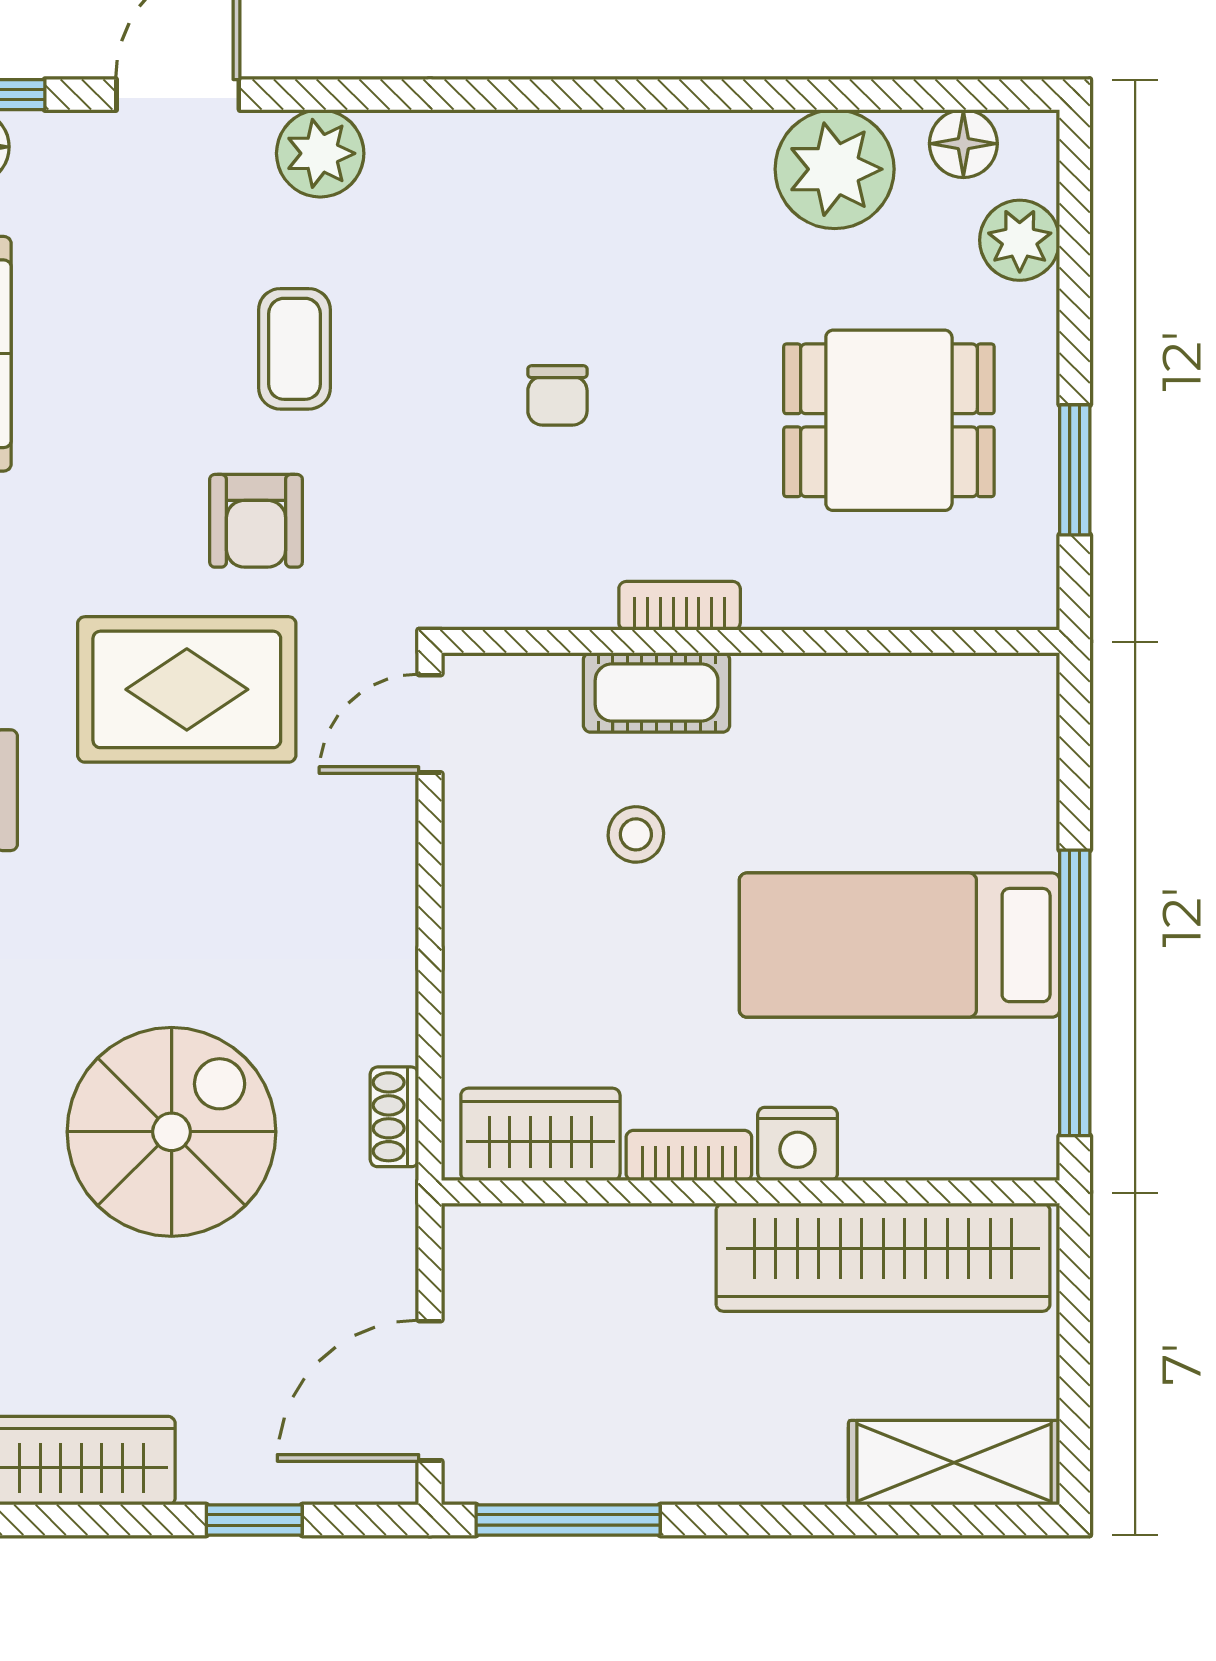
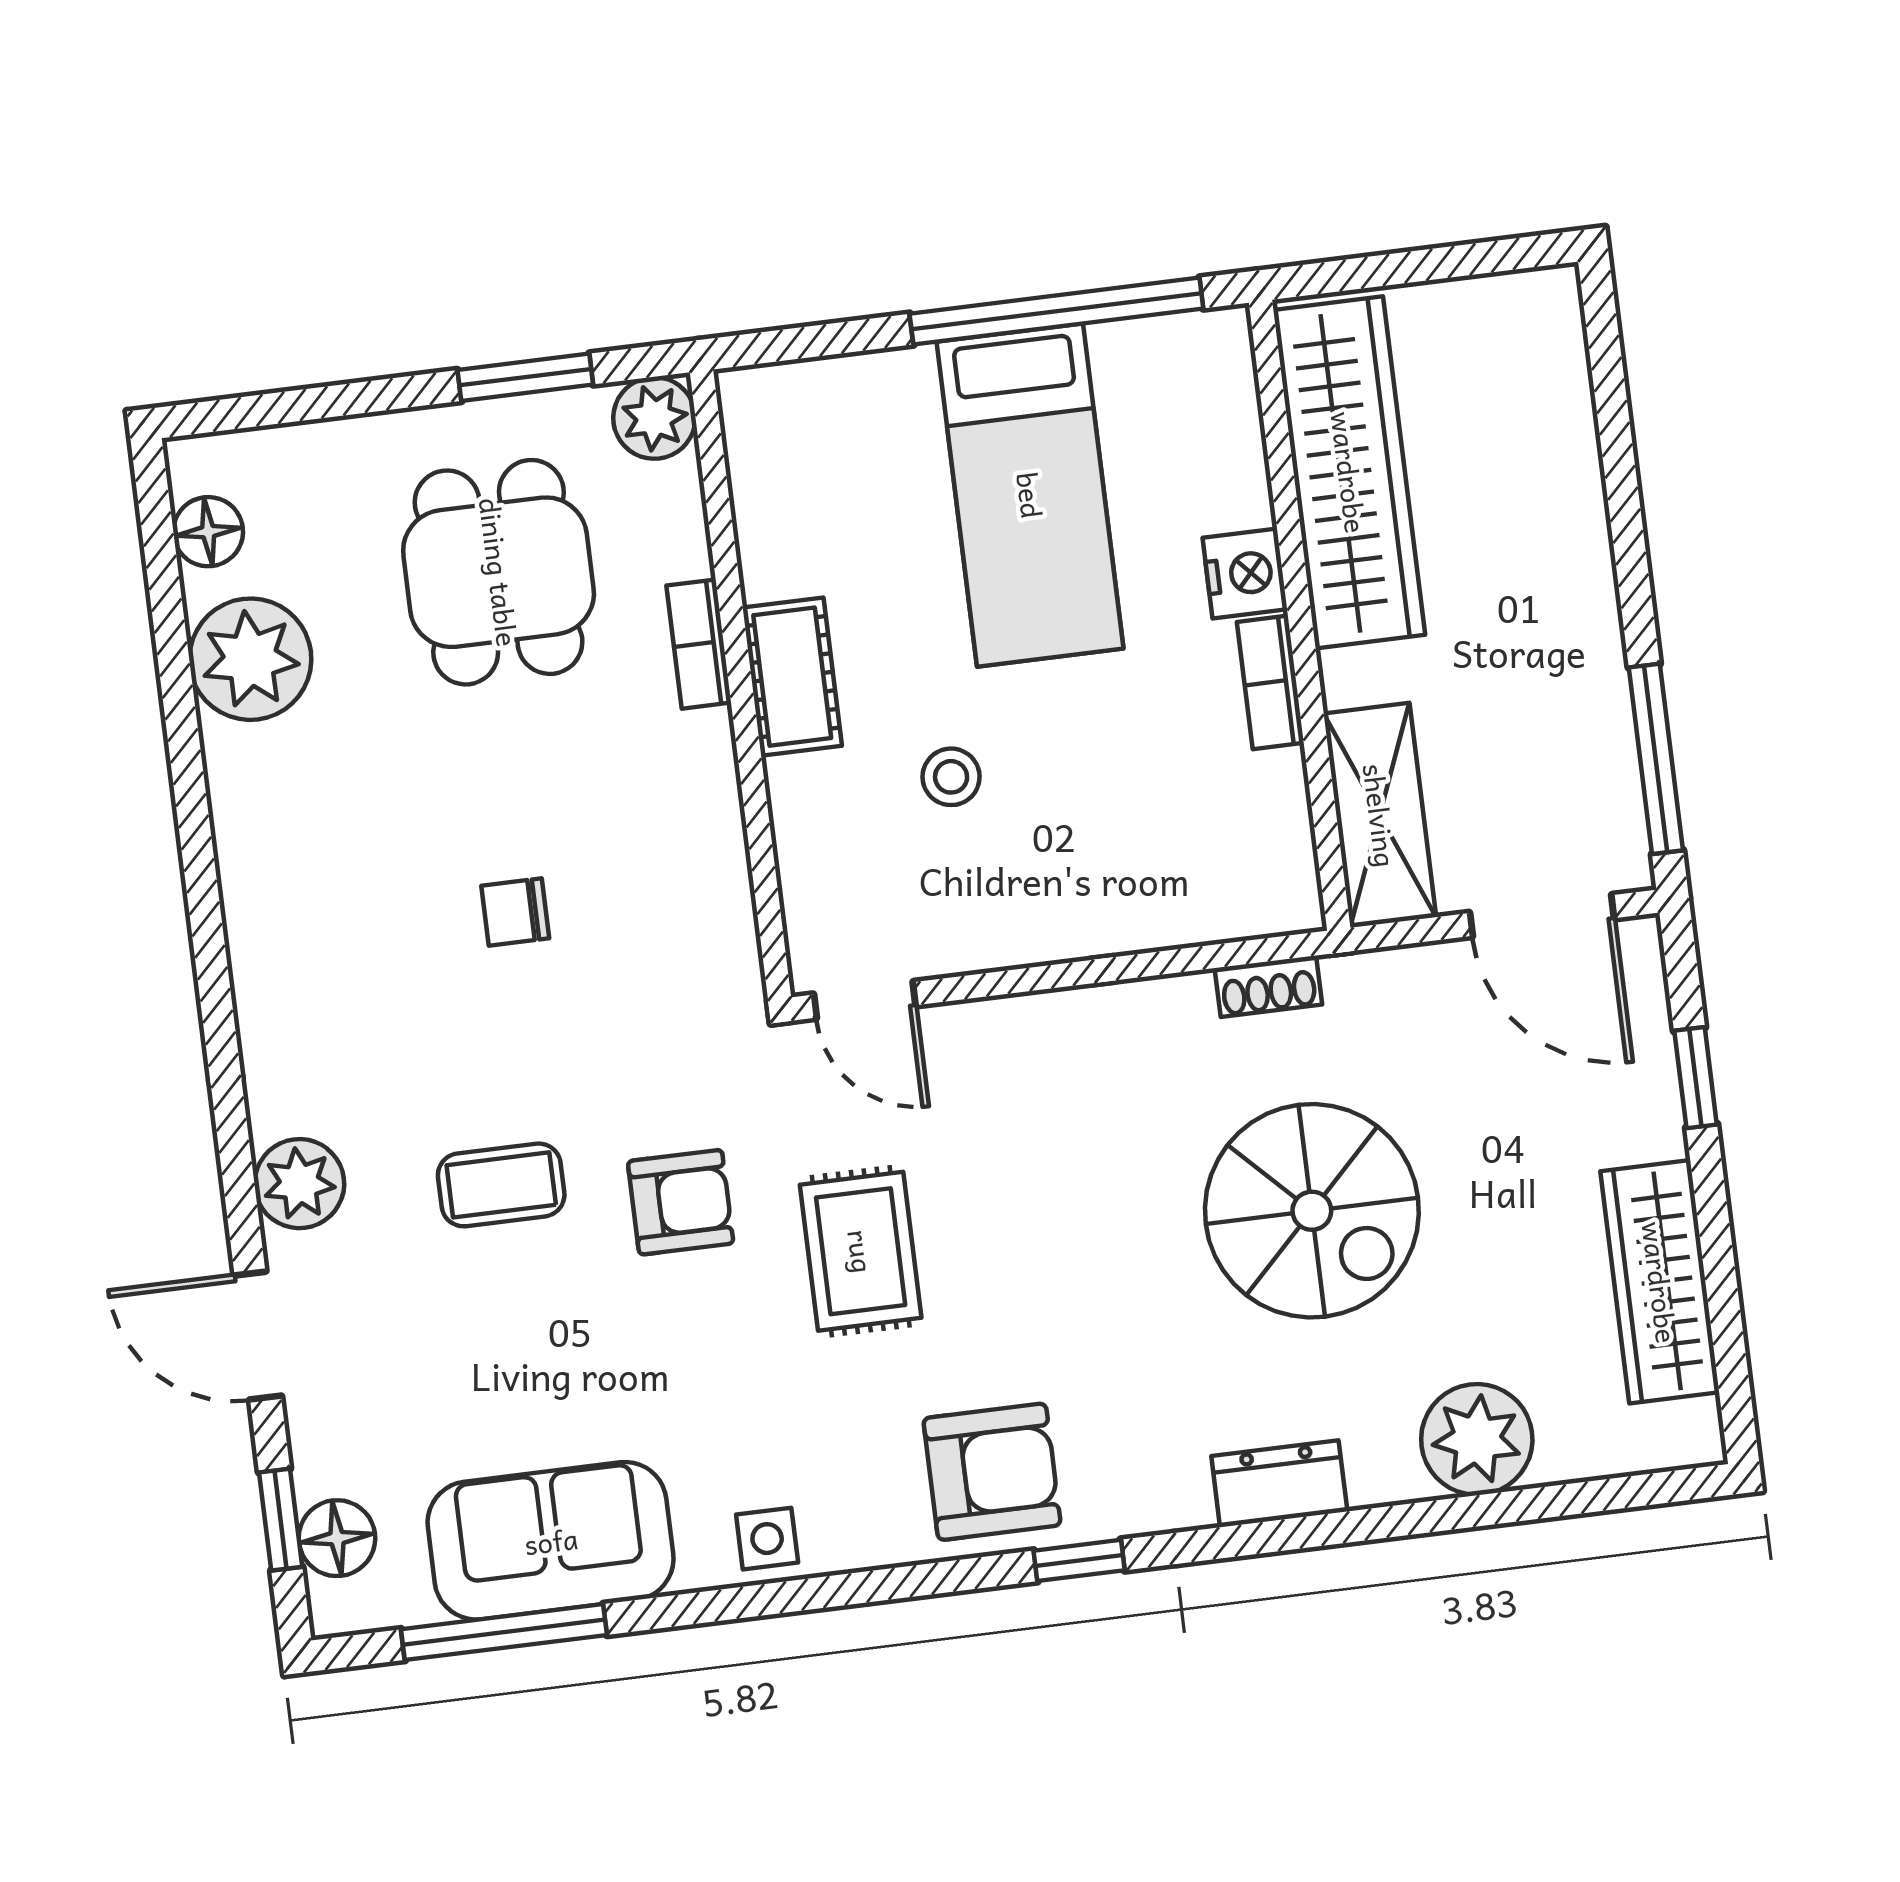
plant: (1020, 240) -> (654, 418), moved
chair: (557, 395) -> (515, 912), turned 180
bookcase: (680, 606) -> (699, 644), moved
rug: (187, 689) -> (861, 1251), width x0.73, depth x0.70
cot: (657, 692) -> (792, 677), moved
spiral stairs: (172, 1132) -> (1312, 1211), turned 180
wardrobe: (540, 1134) -> (1268, 836), removed
shelving: (954, 1463) -> (1380, 815), moved

